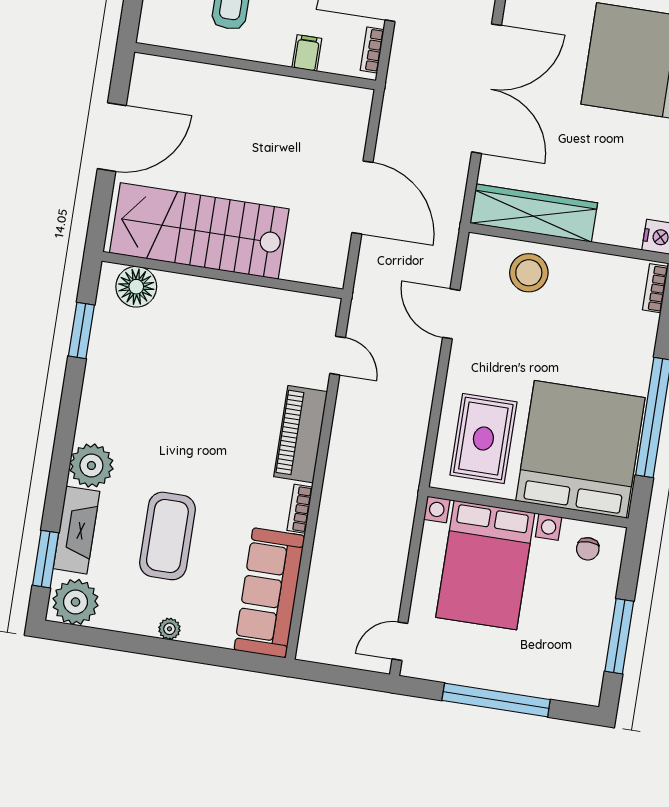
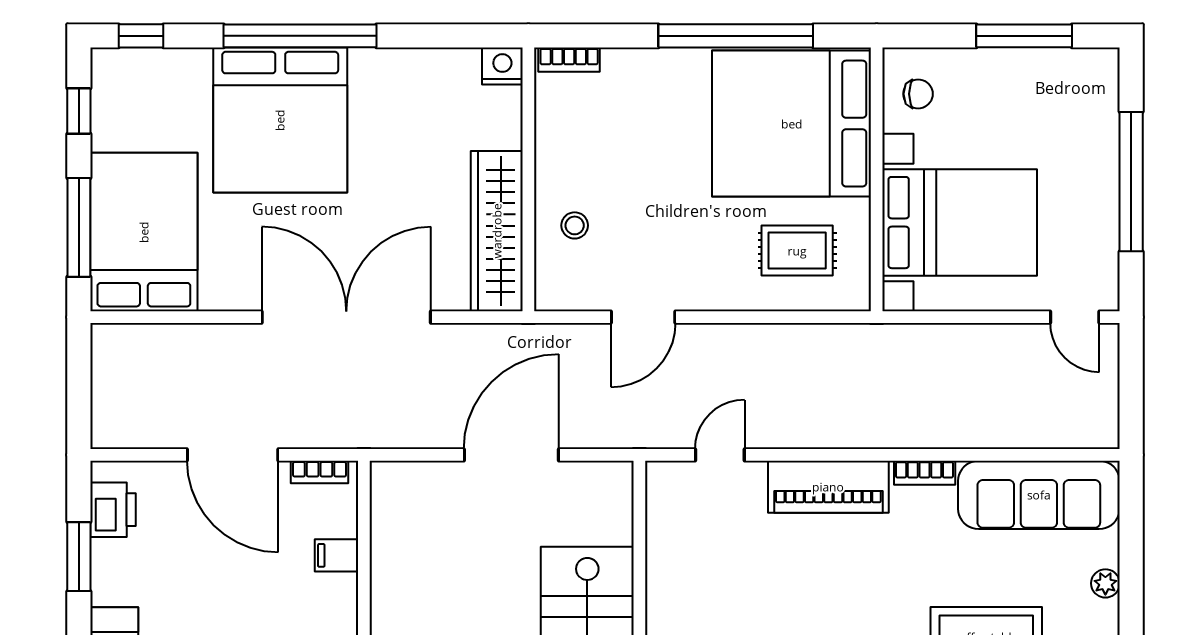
stool: (529, 273) -> (575, 225), width x0.53, depth x0.53
rug: (483, 439) -> (797, 251), width x0.73, depth x0.70
plant: (169, 629) -> (1105, 583), moved

